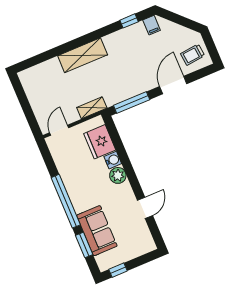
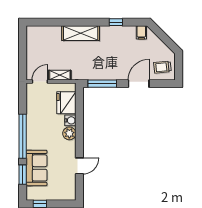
window: (129, 21) -> (116, 22), moved
shelving: (92, 108) -> (60, 75), moved

